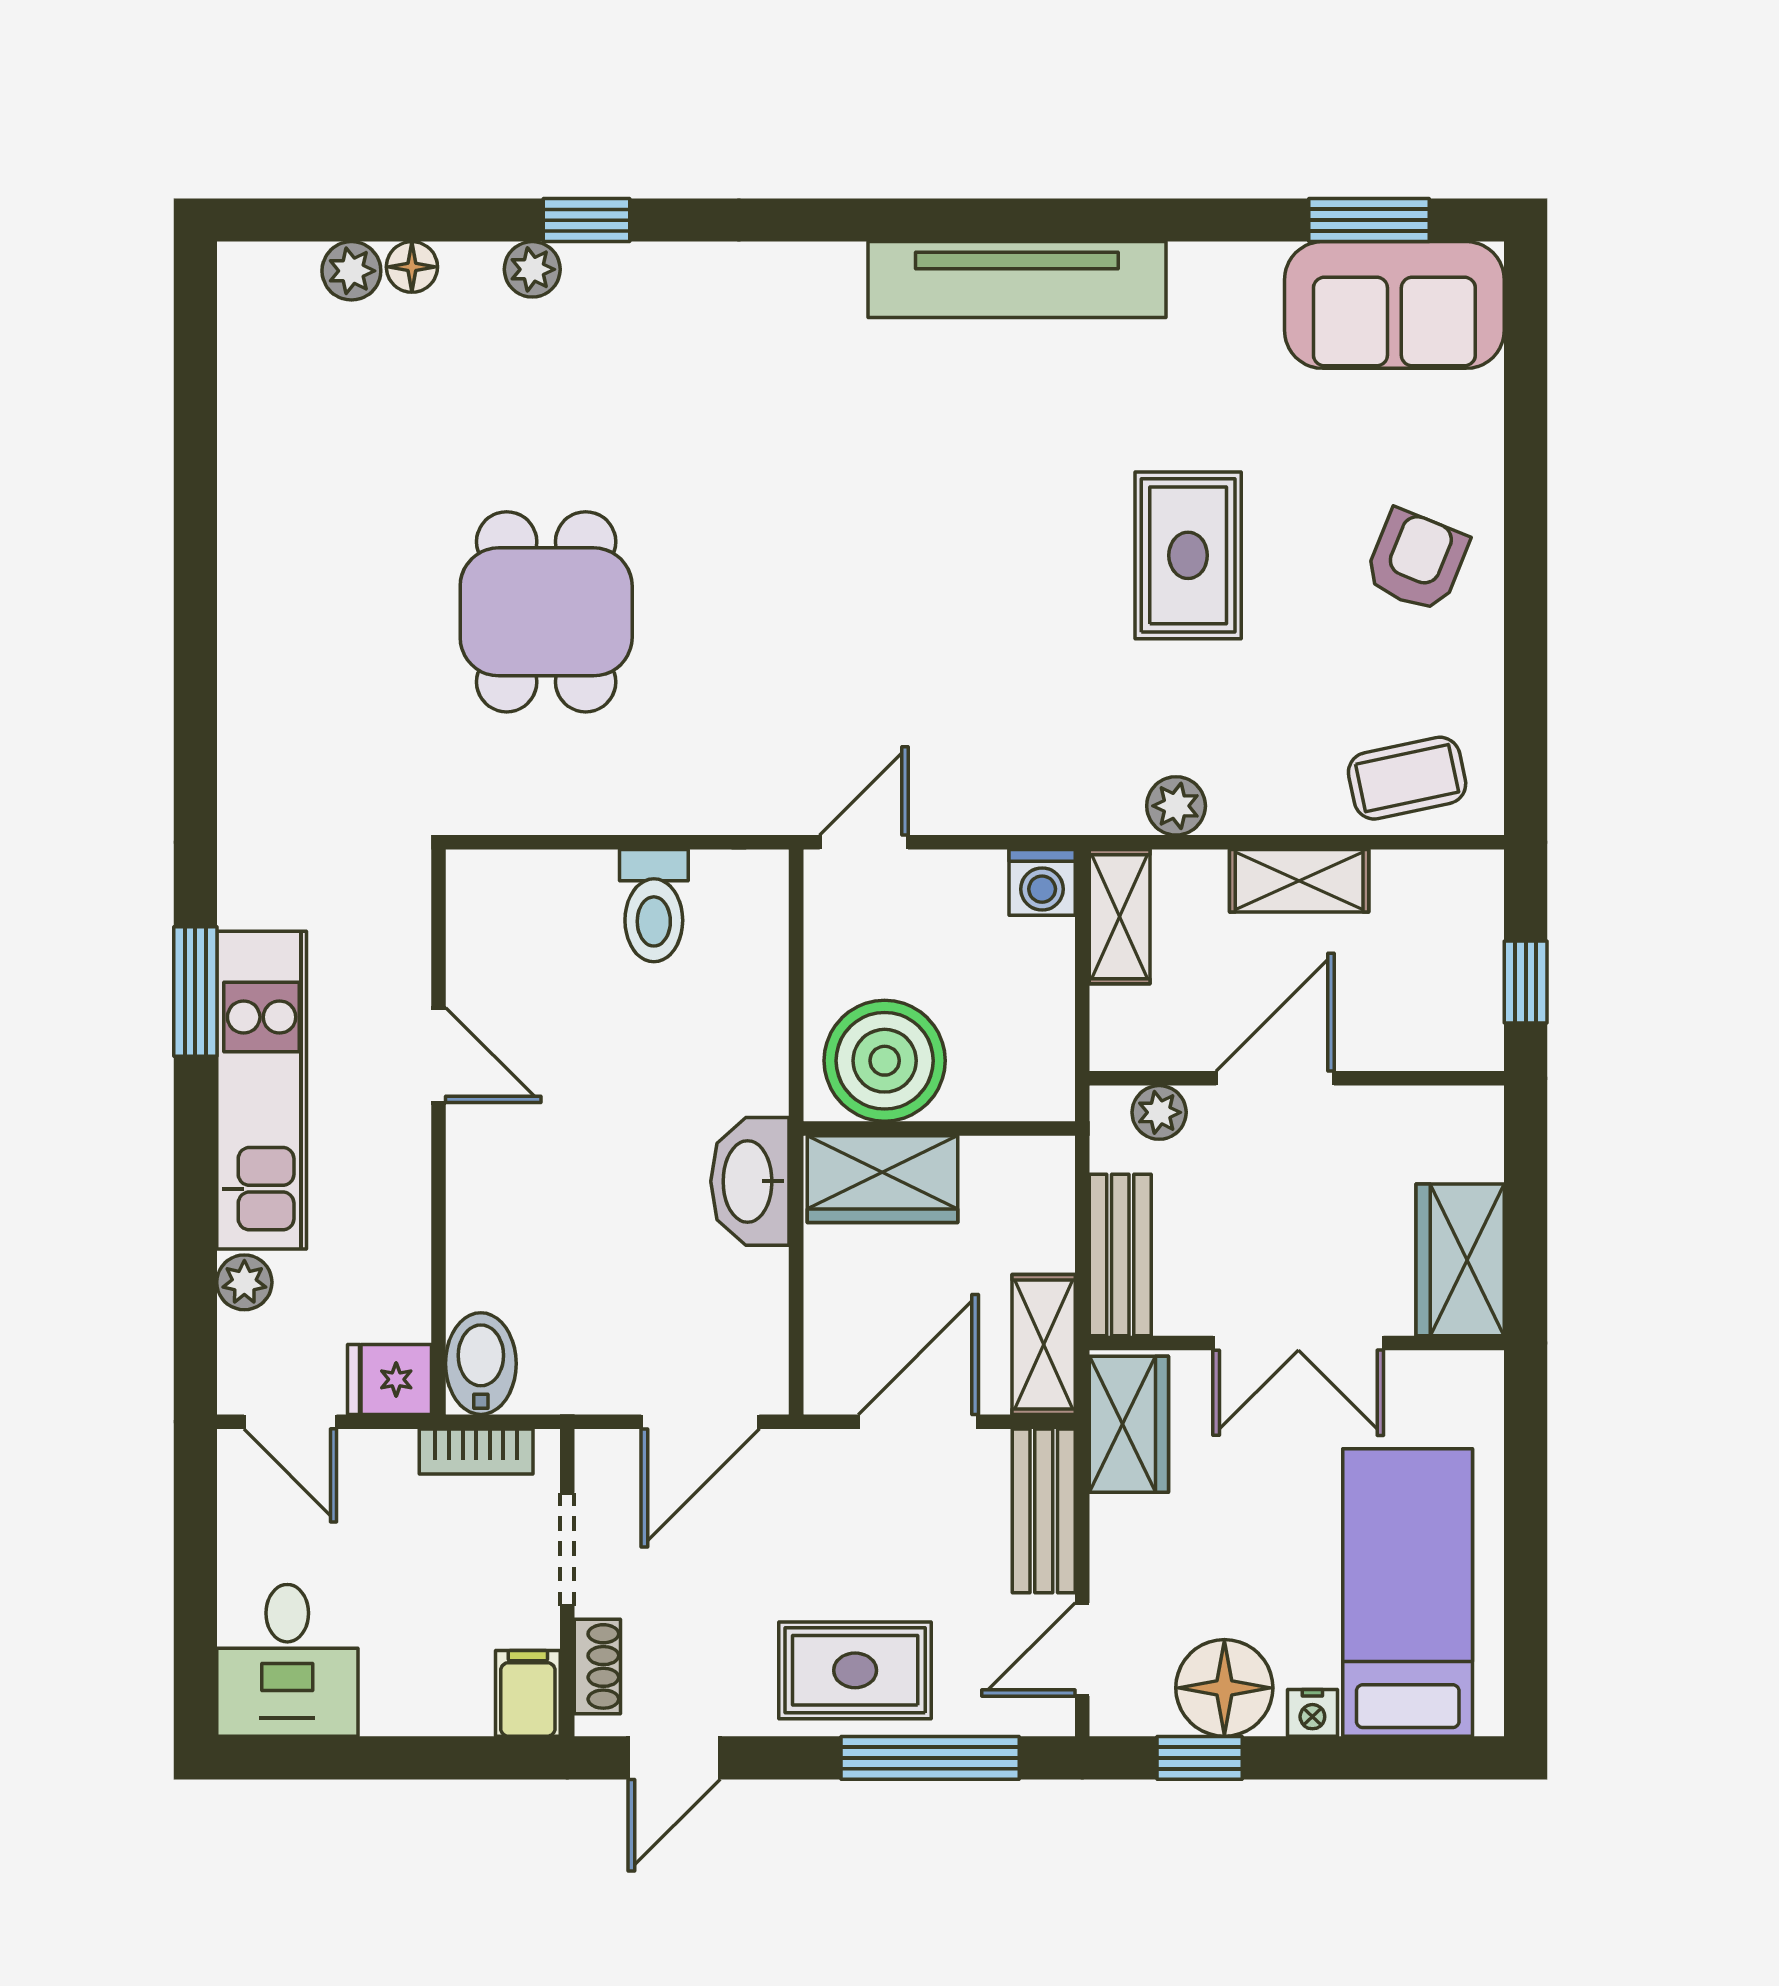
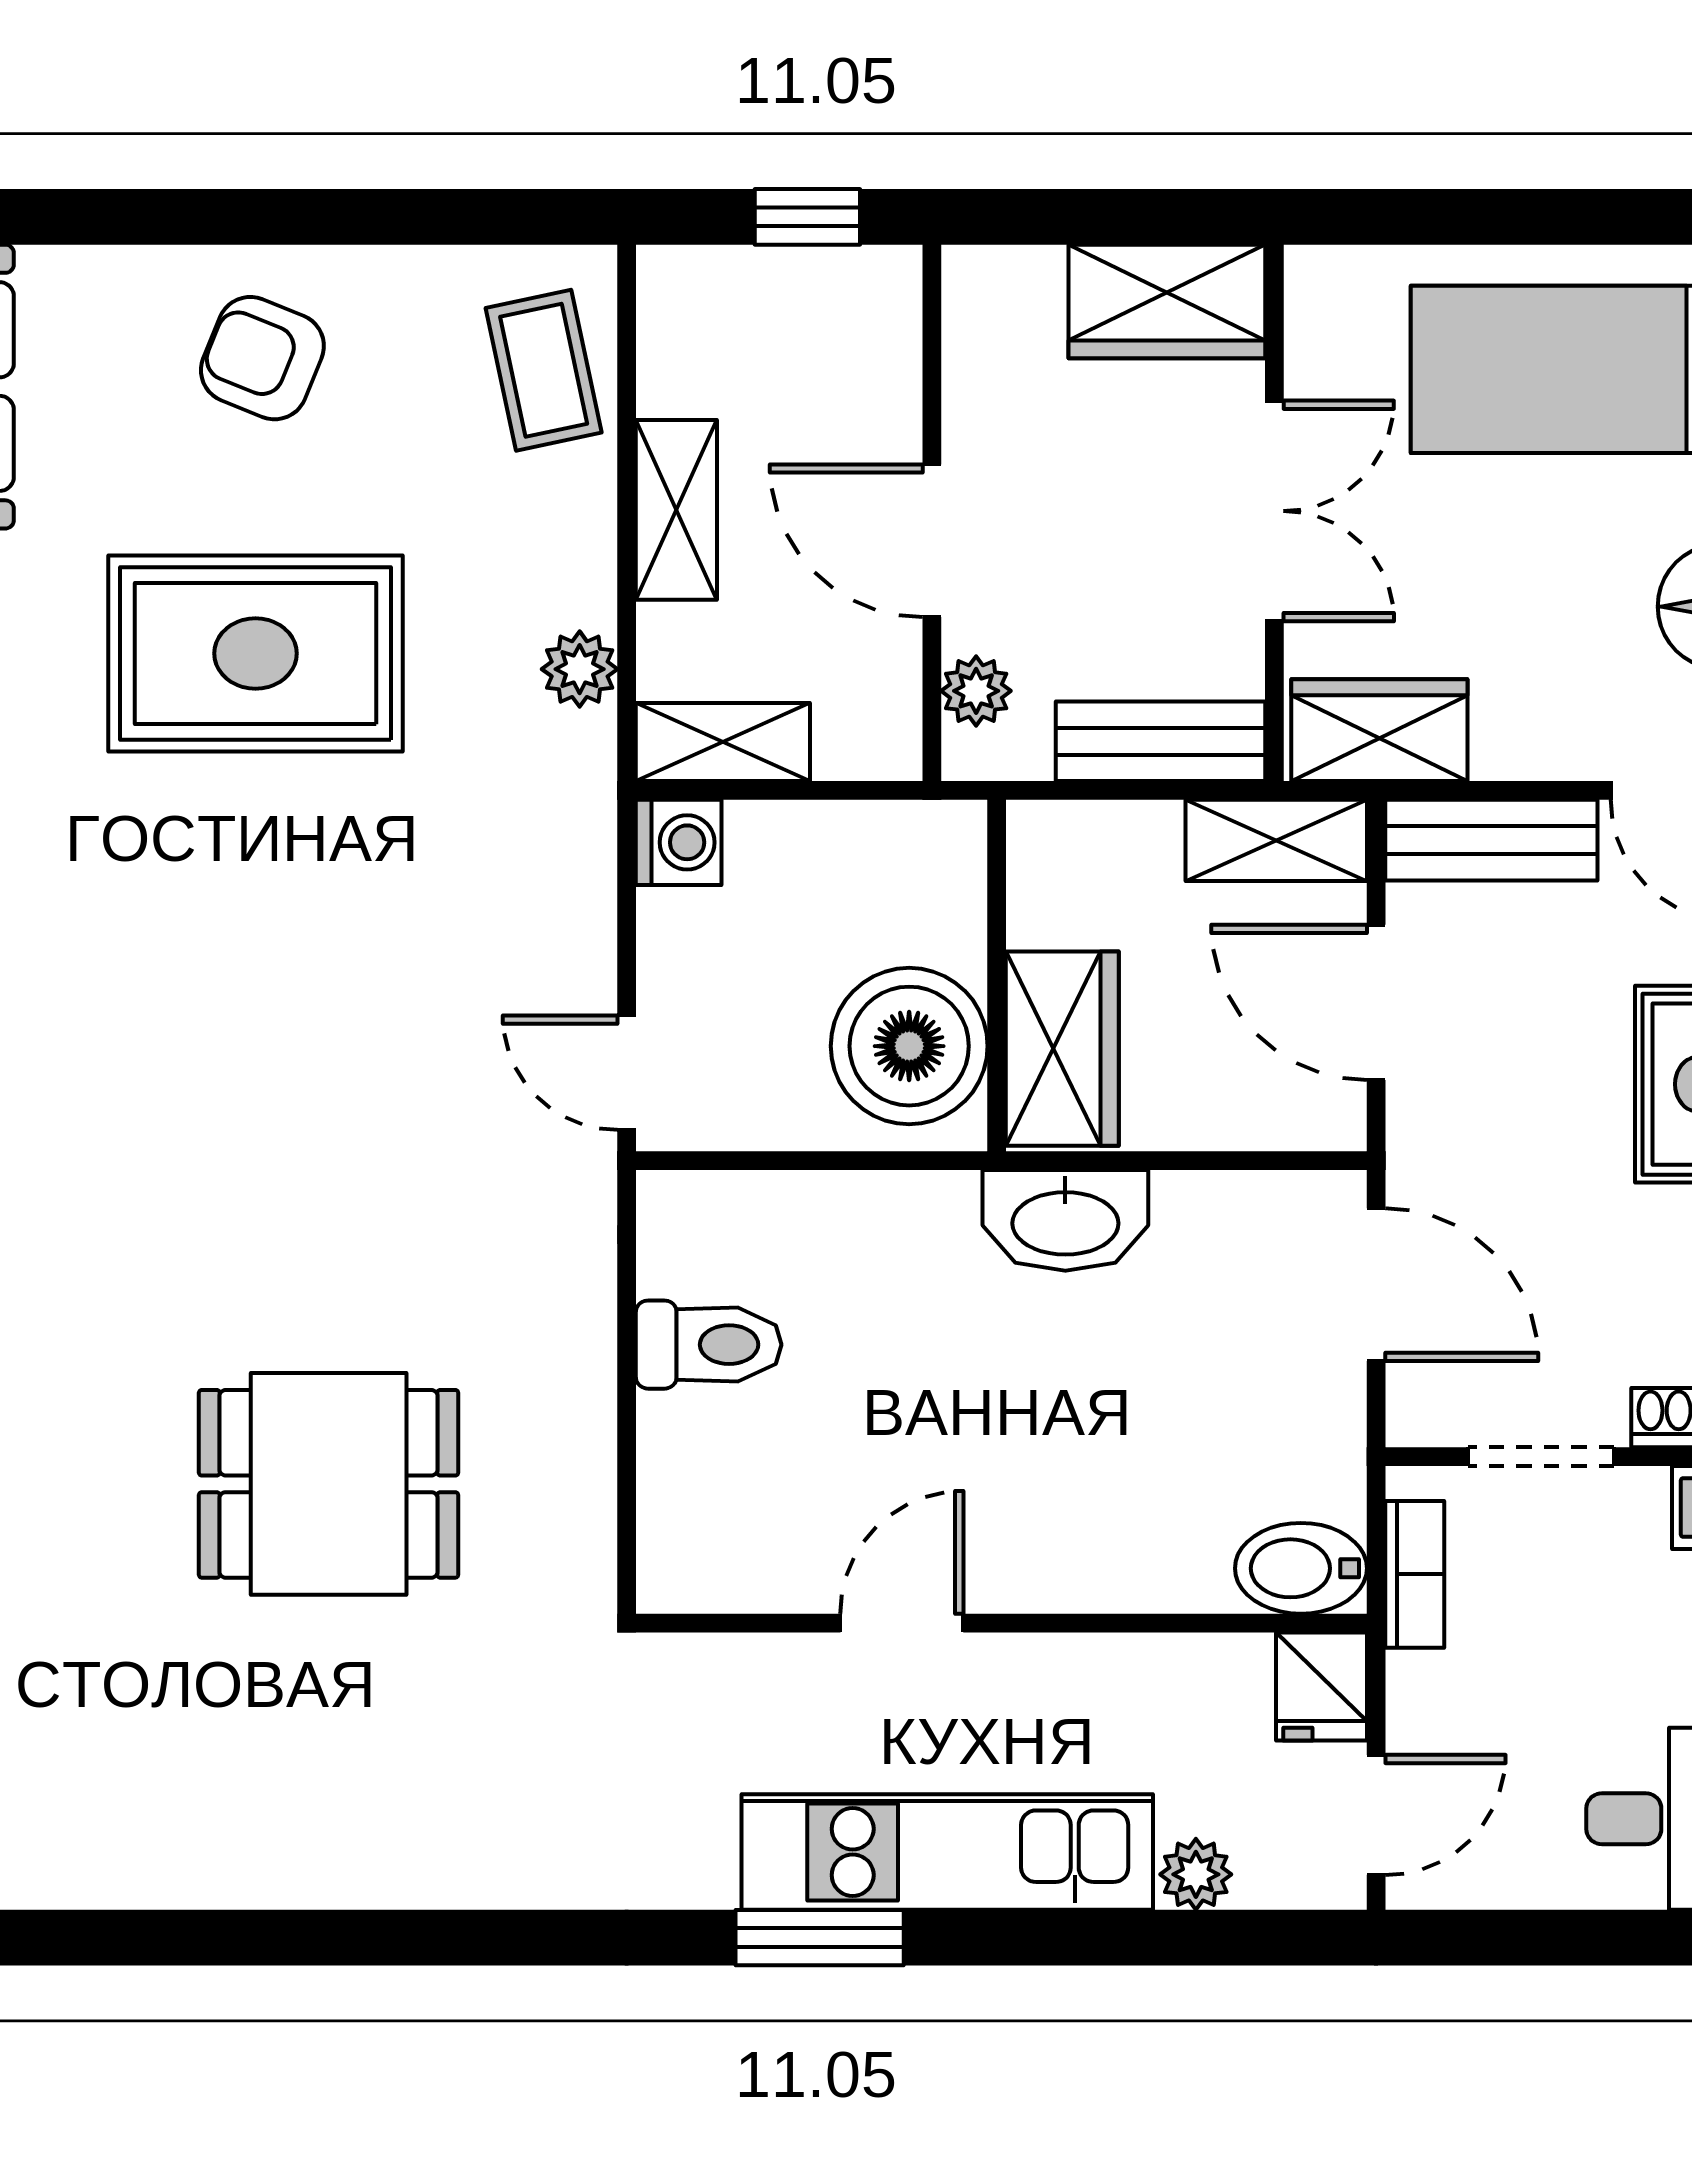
rug: (1188, 555) -> (255, 653), width x1.36, depth x1.43

